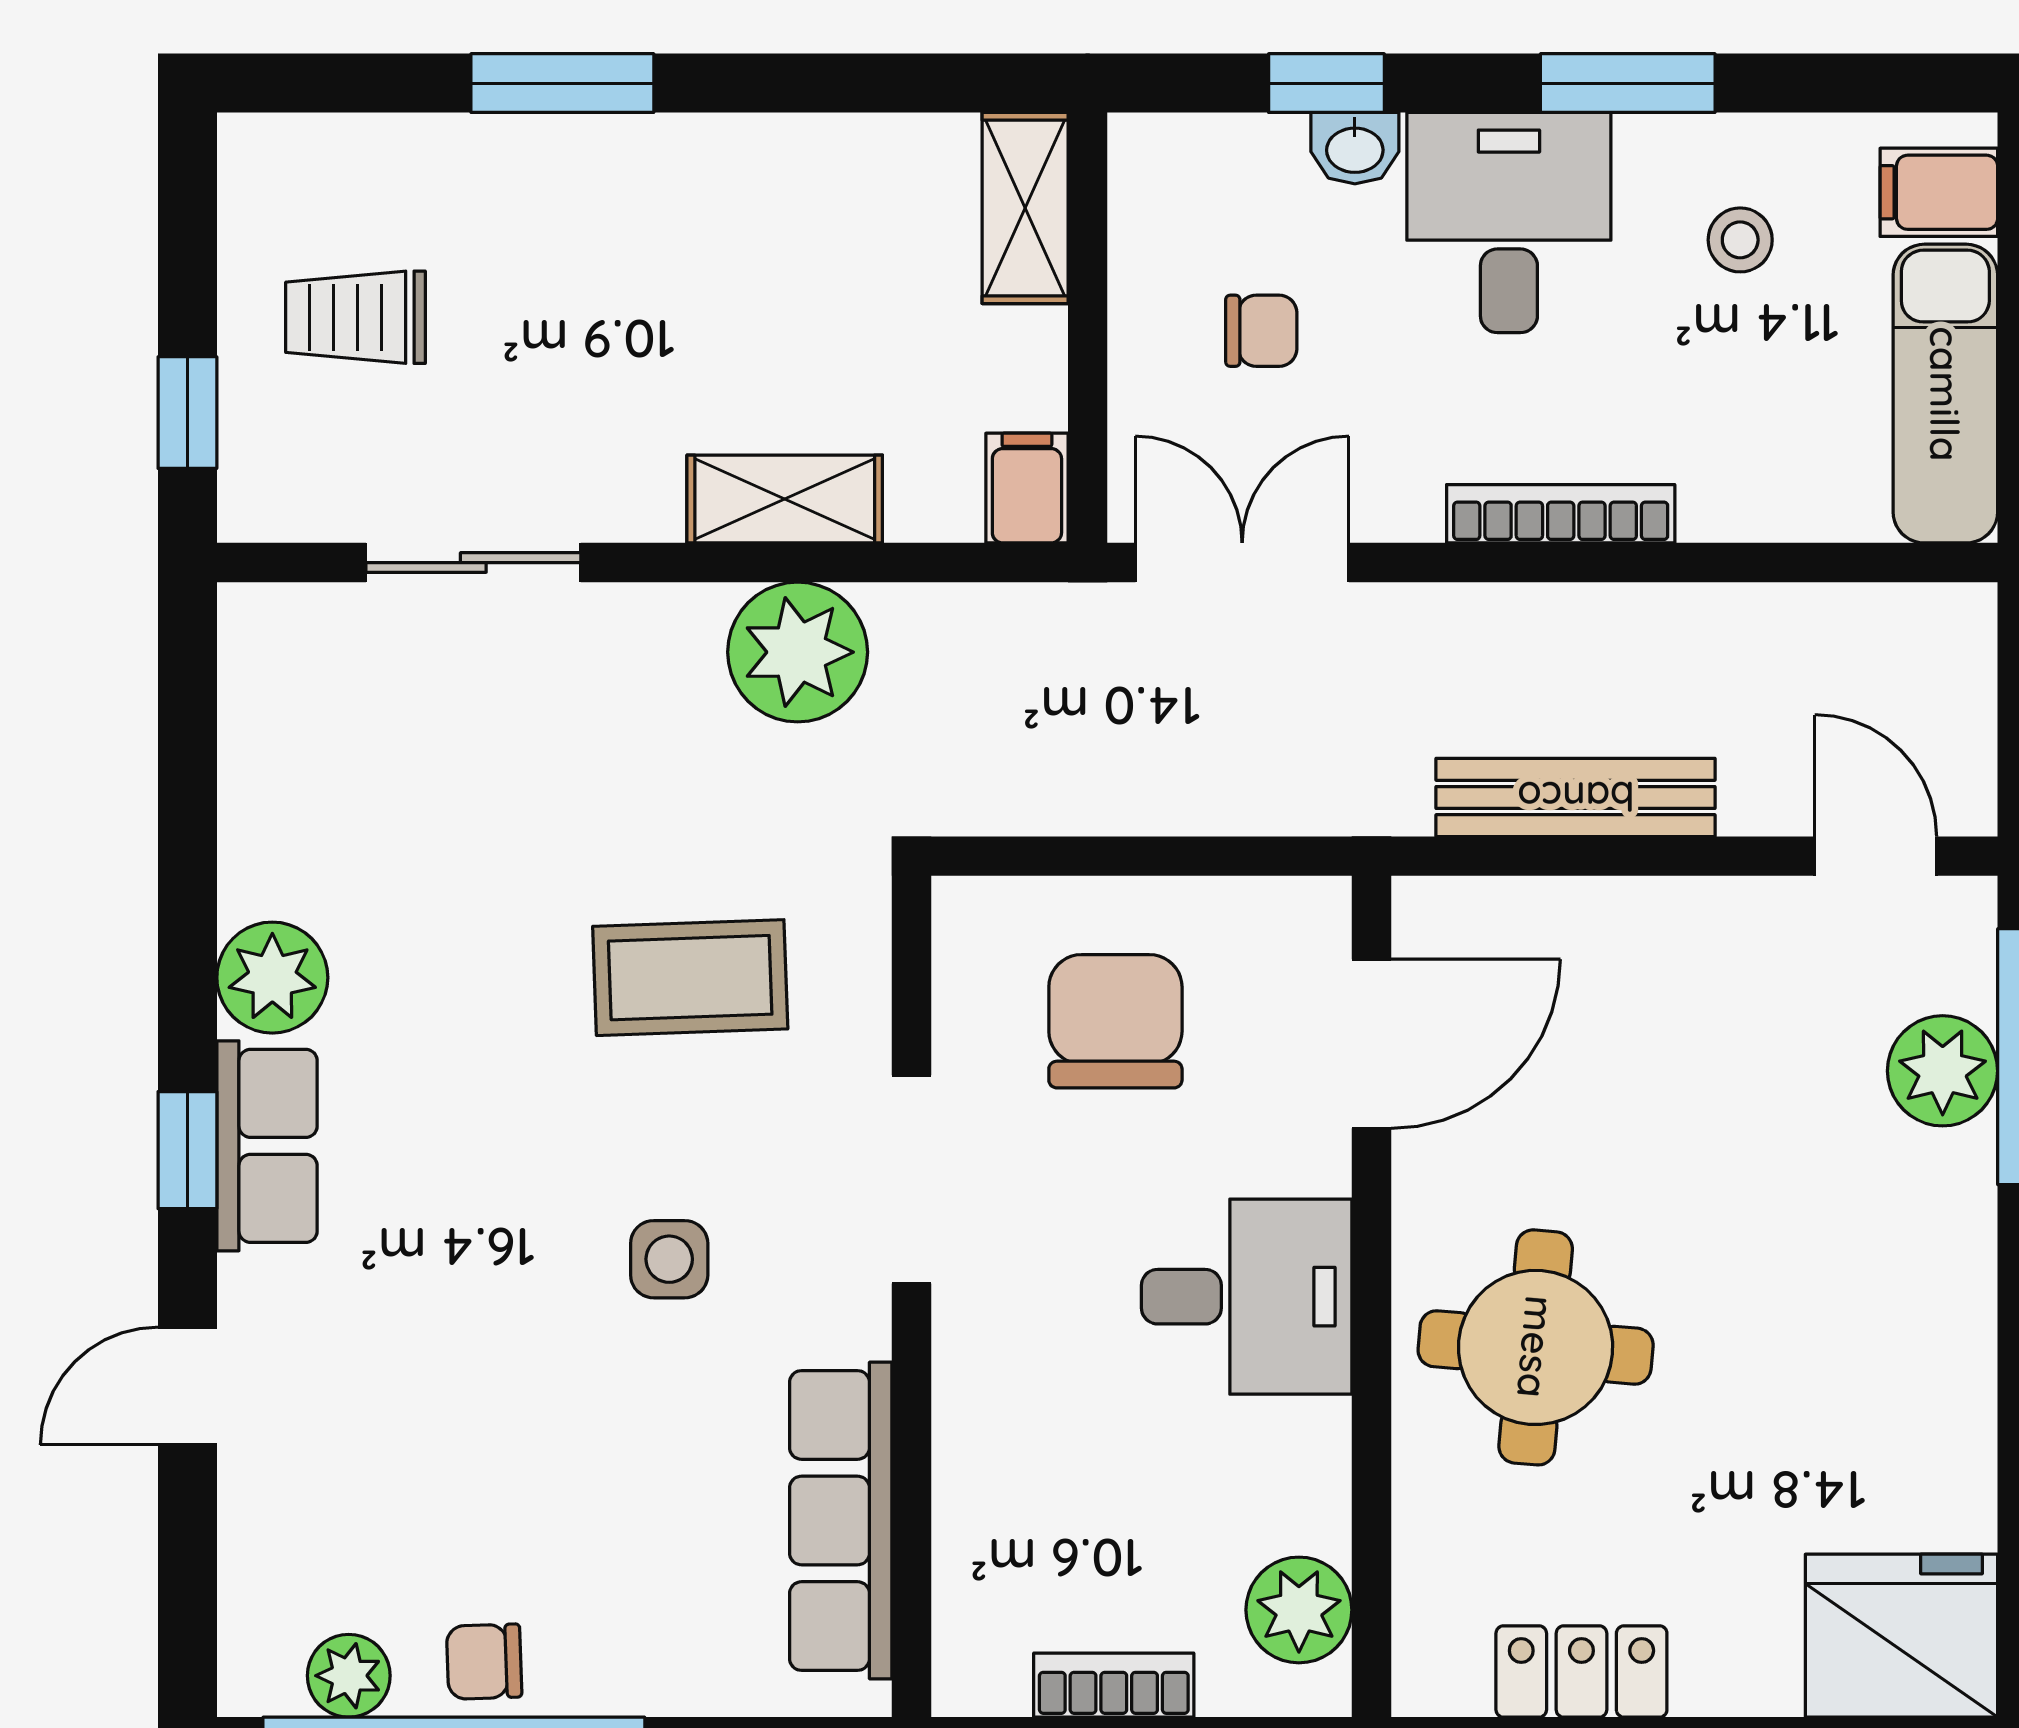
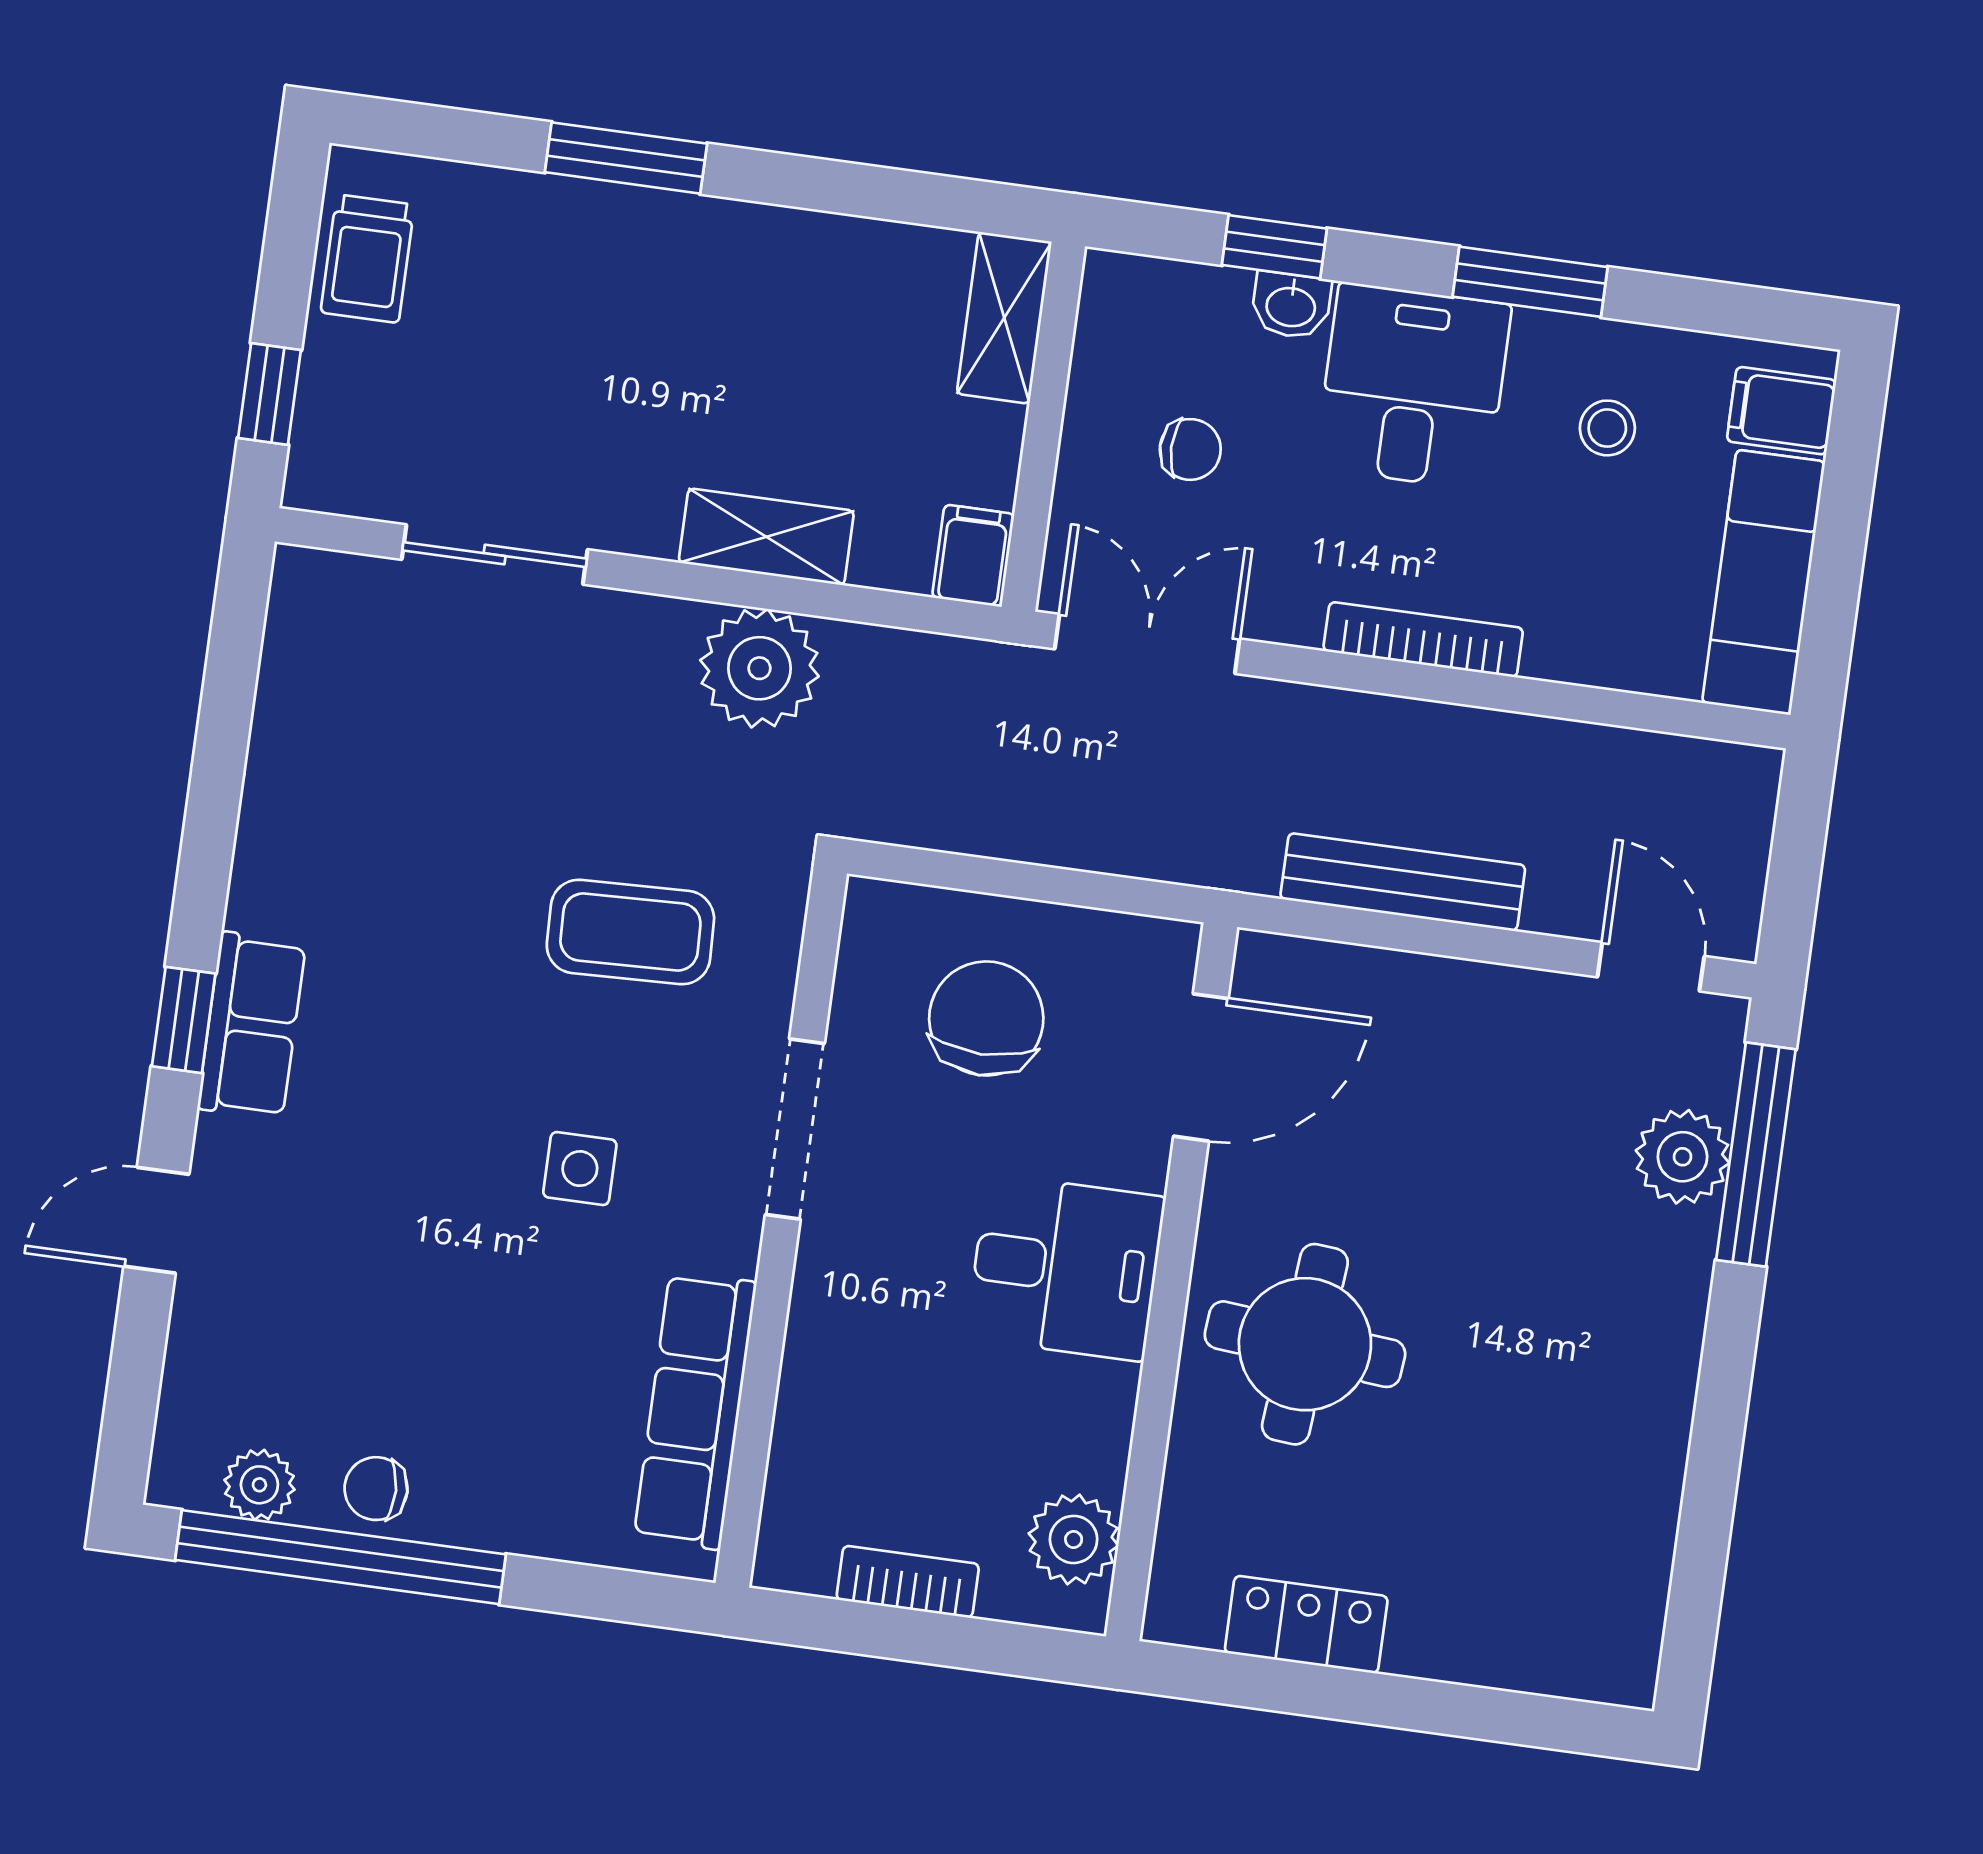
trolley: (355, 317) -> (368, 259), moved, turned -90
plant: (272, 978) -> (276, 883), removed
fridge: (1901, 1636) -> (1582, 1631), removed

